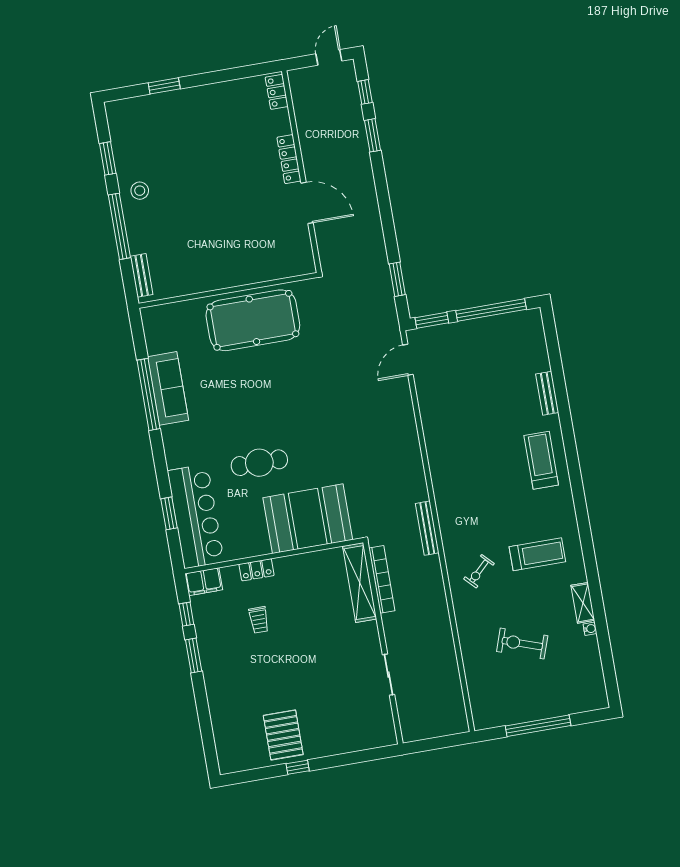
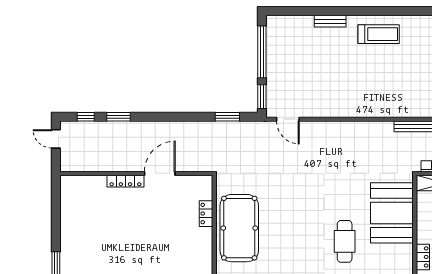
locker: (277, 92) -> (206, 214), moved, turned 90
treadmill: (541, 460) -> (379, 34), turned 180

